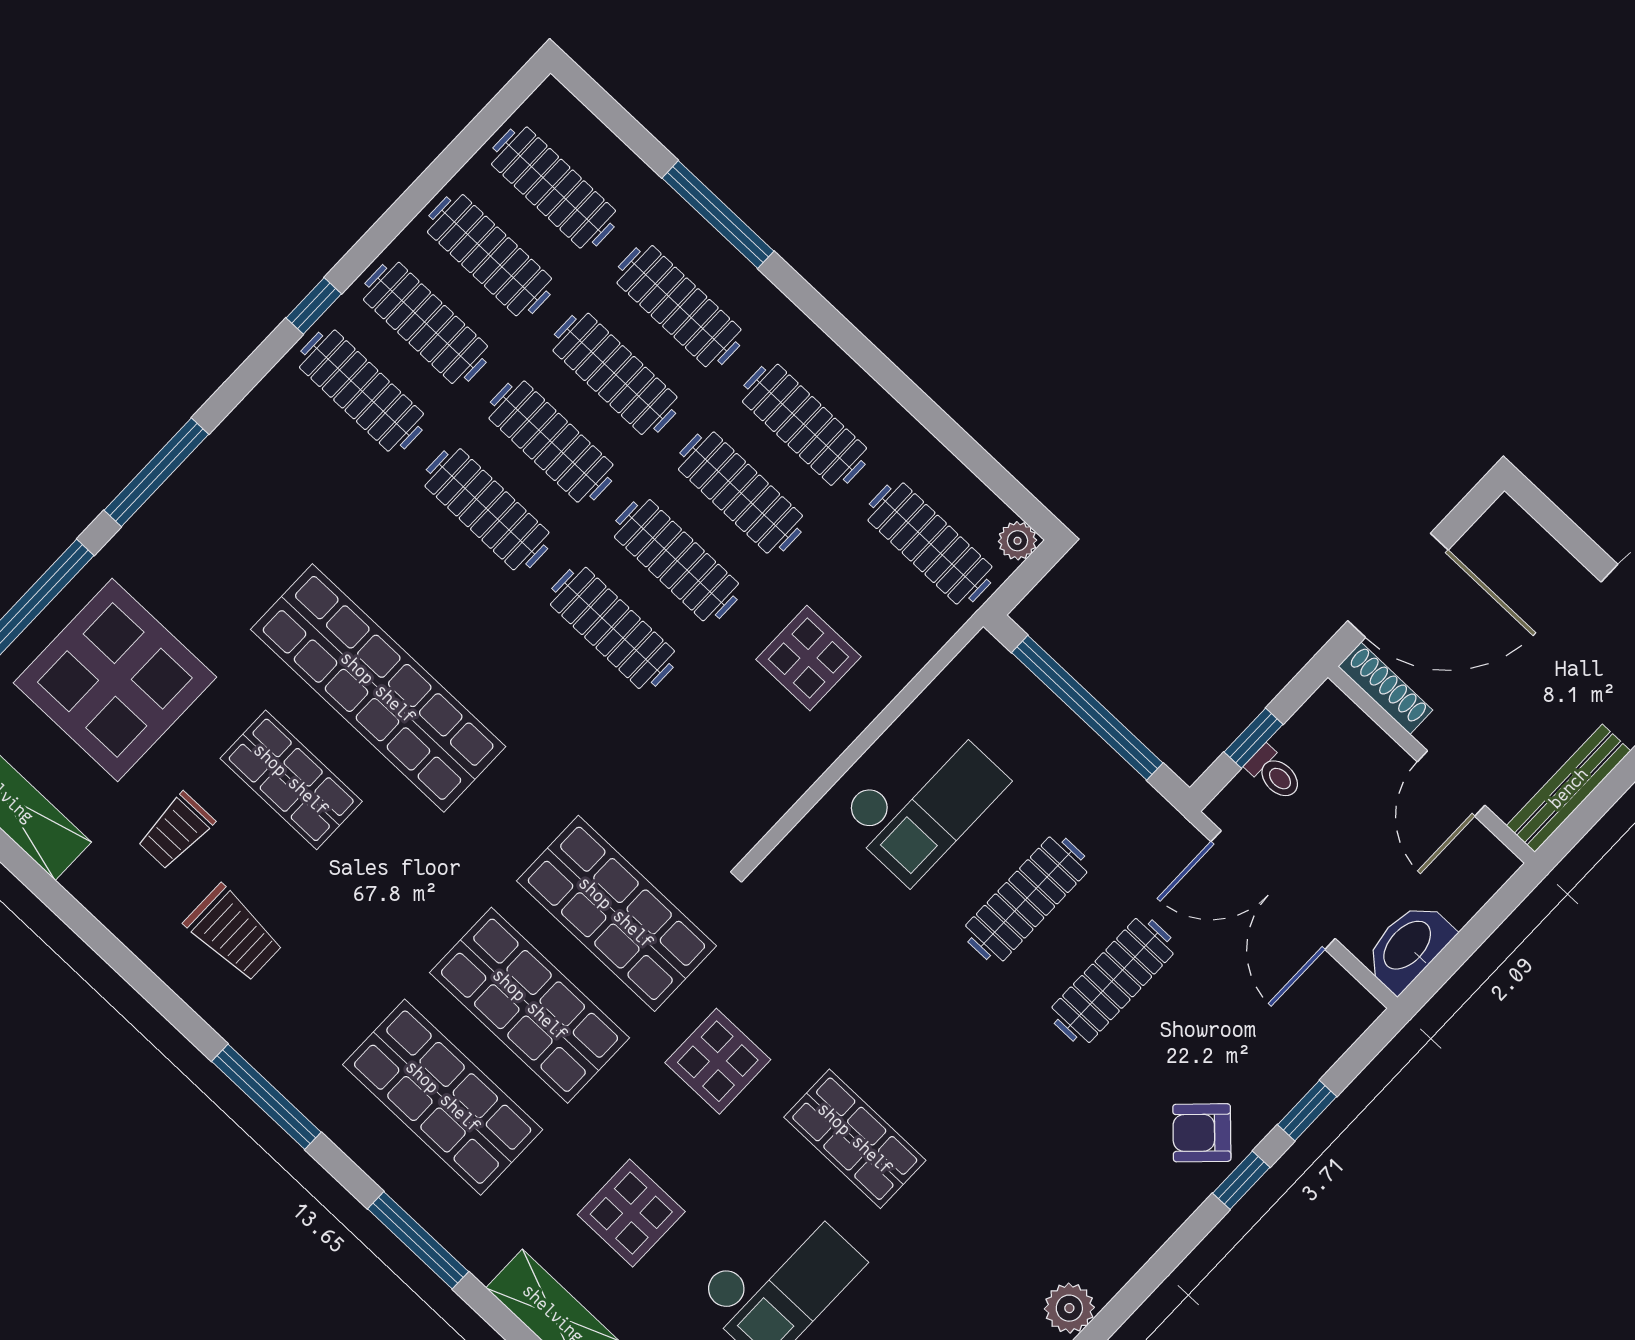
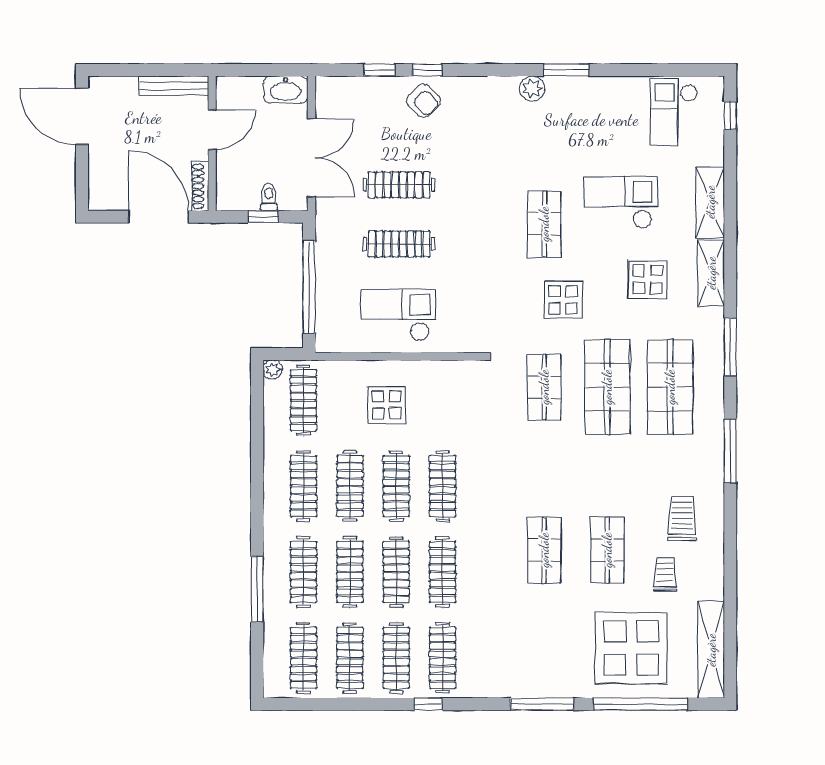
shop shelf: (378, 688) -> (544, 550), width x0.50, depth x0.74
trolley: (176, 831) -> (665, 574), turned -90
shop shelf: (616, 913) -> (544, 387), width x0.70, depth x0.74

